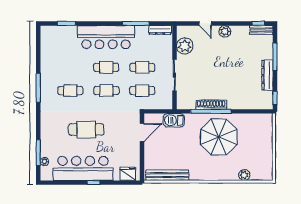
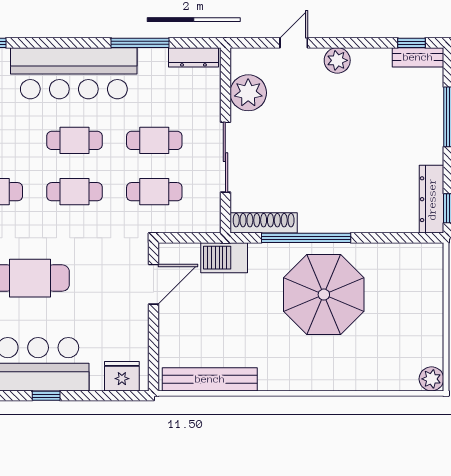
door: (205, 23) -> (294, 43), swing flipped
dresser: (267, 75) -> (432, 199), moved
shoe rack: (211, 105) -> (264, 223), moved
plant: (244, 175) -> (431, 379), moved

